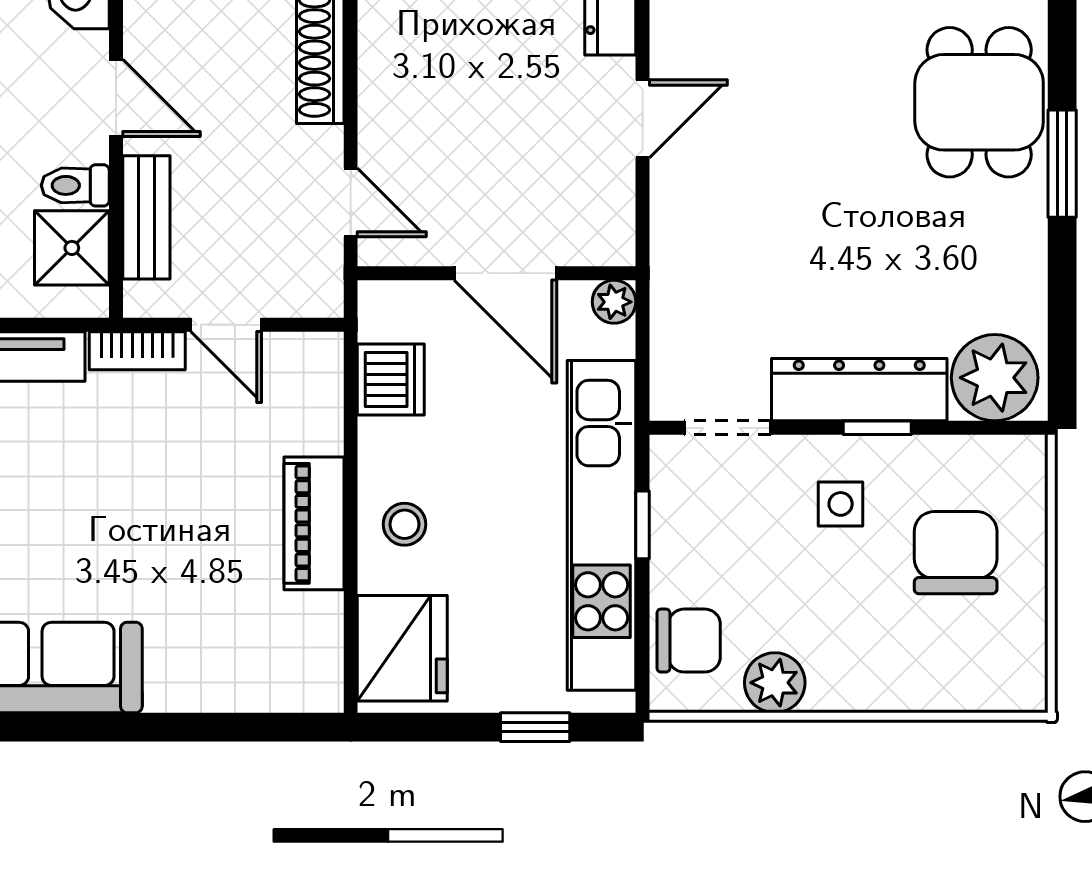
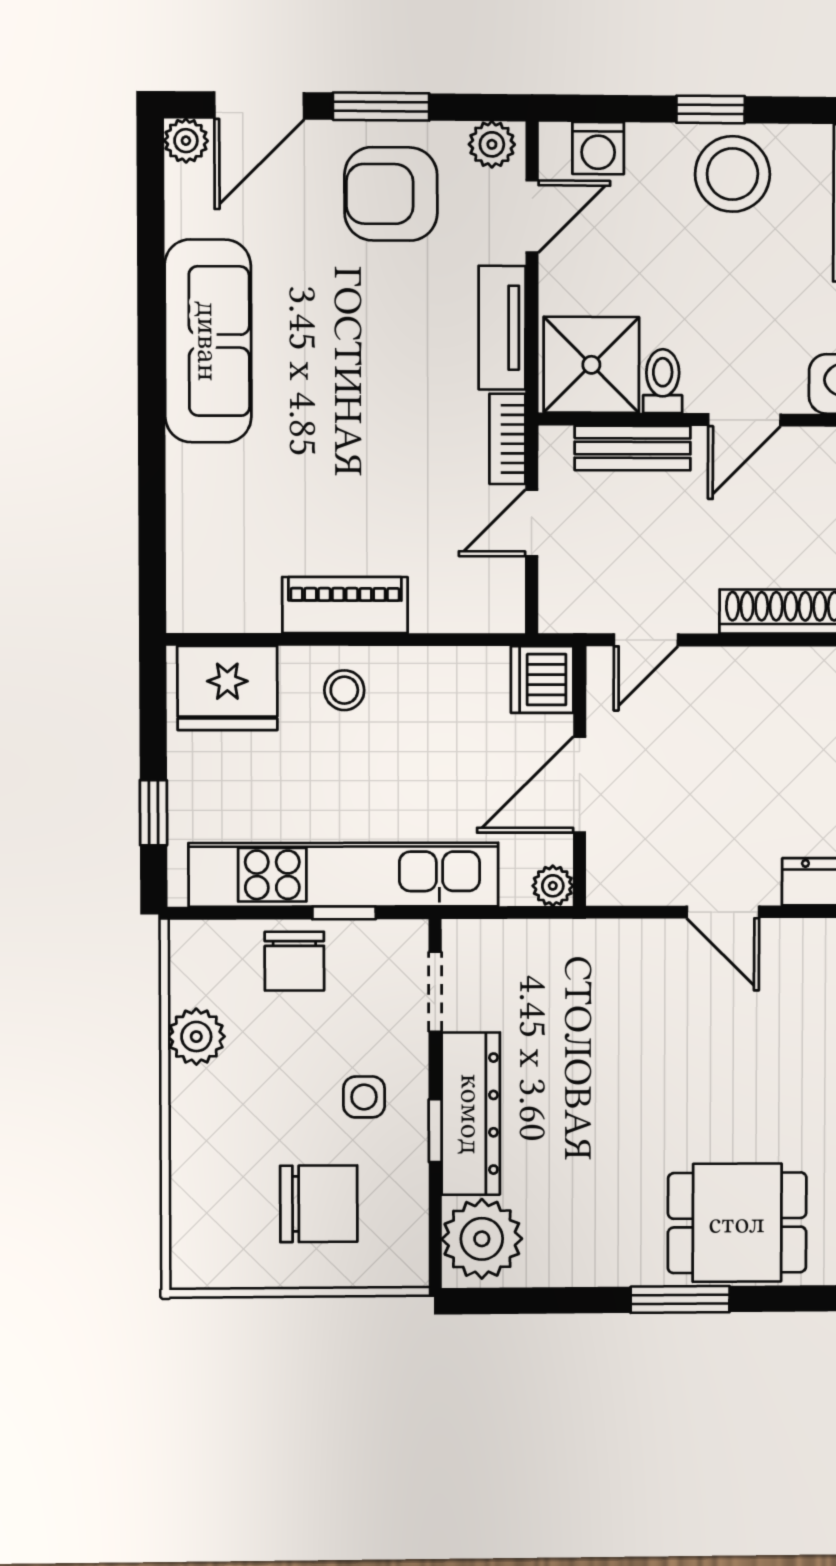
shower: (72, 248) -> (591, 365), width x1.36, depth x1.36
dishwasher: (391, 380) -> (542, 680), moved, turned 90
chair: (689, 641) -> (294, 961), moved

